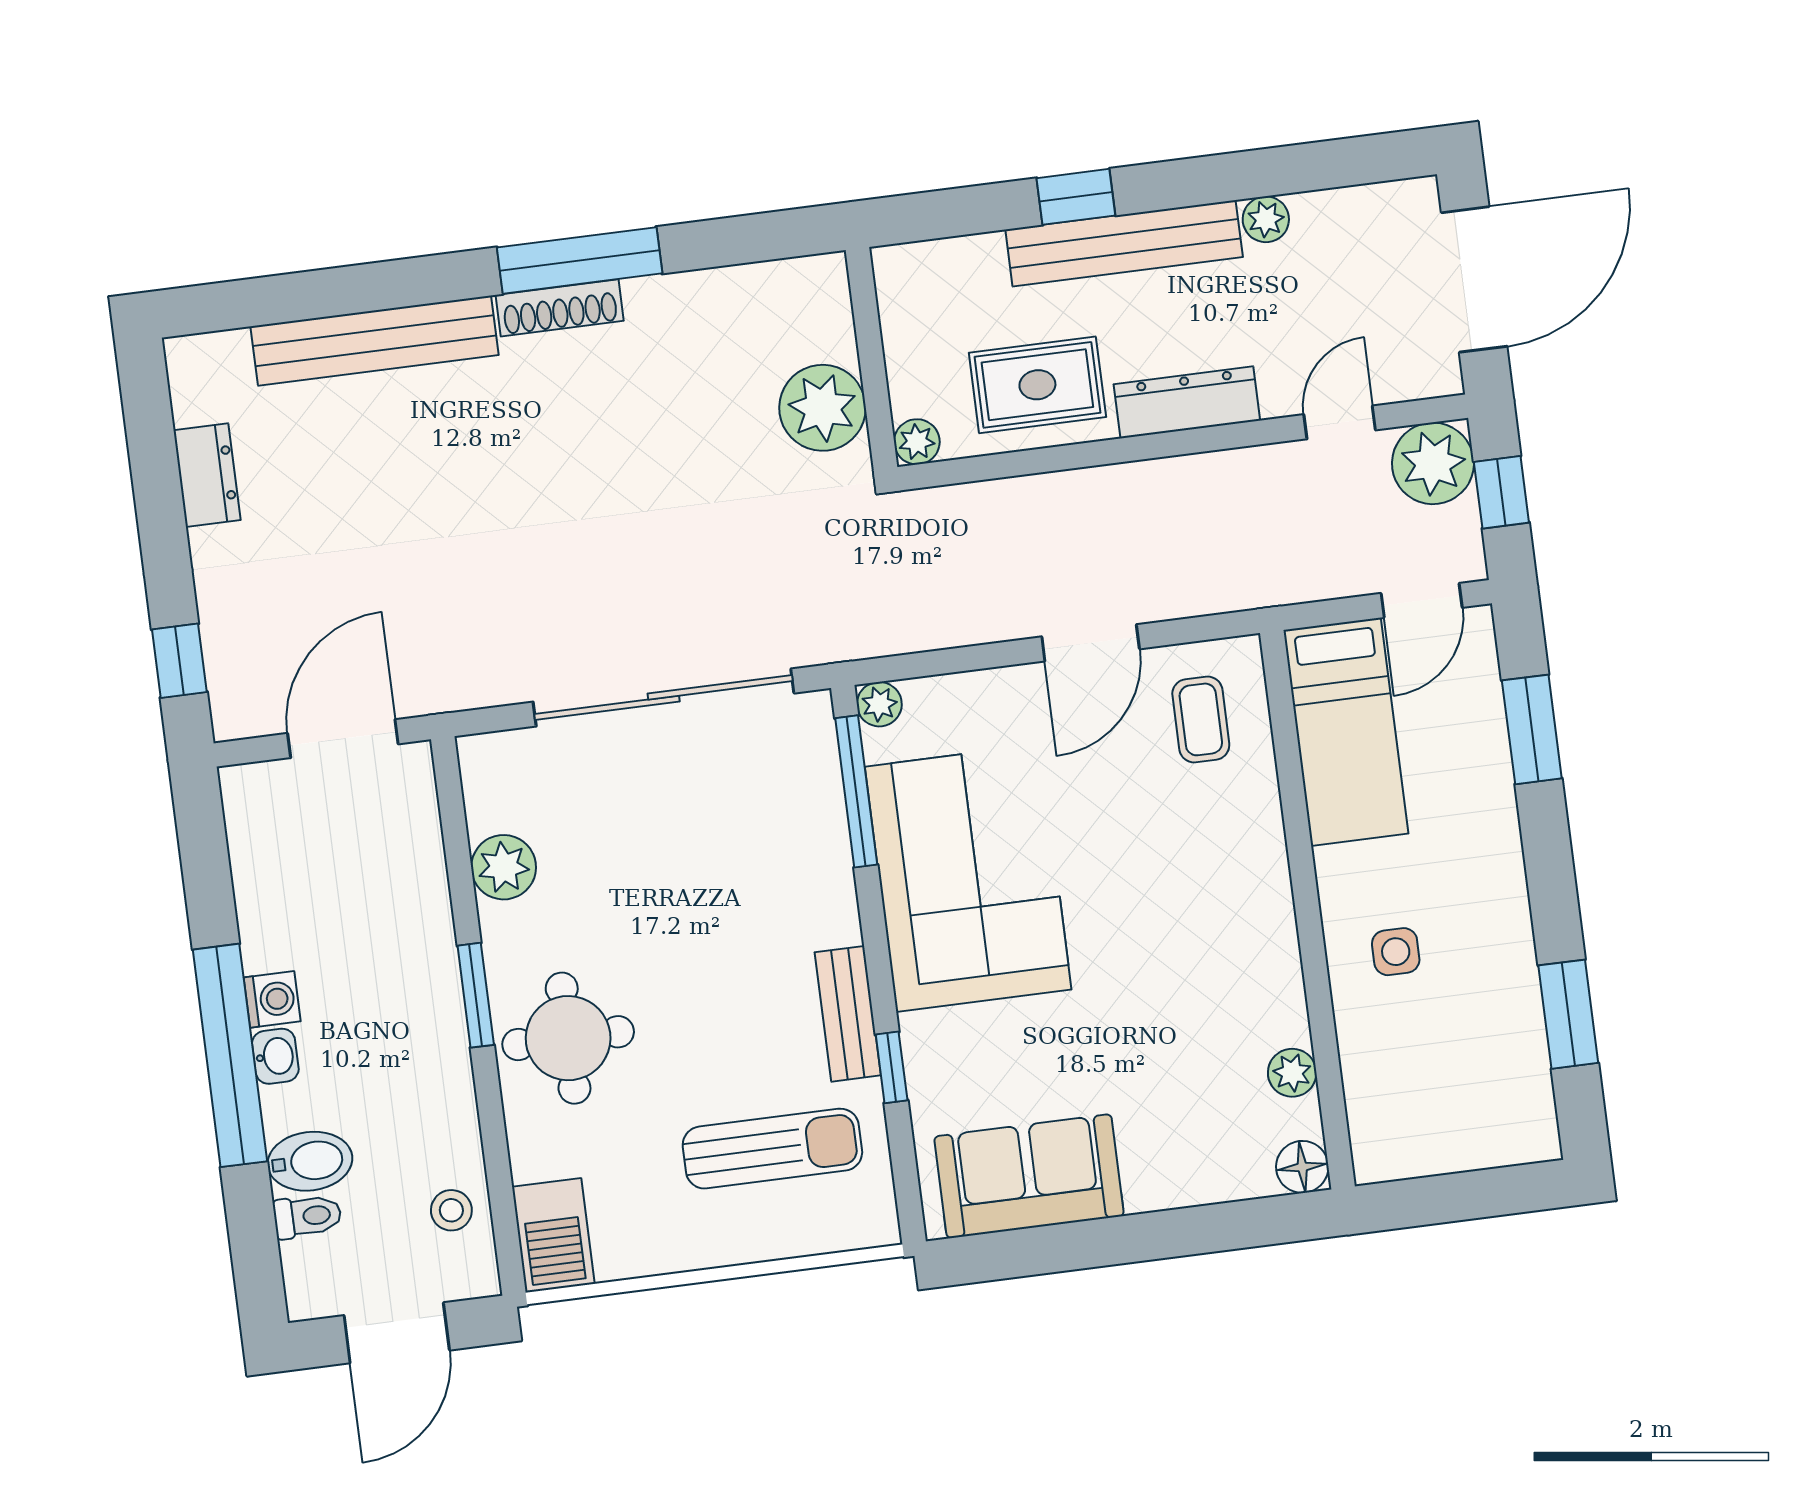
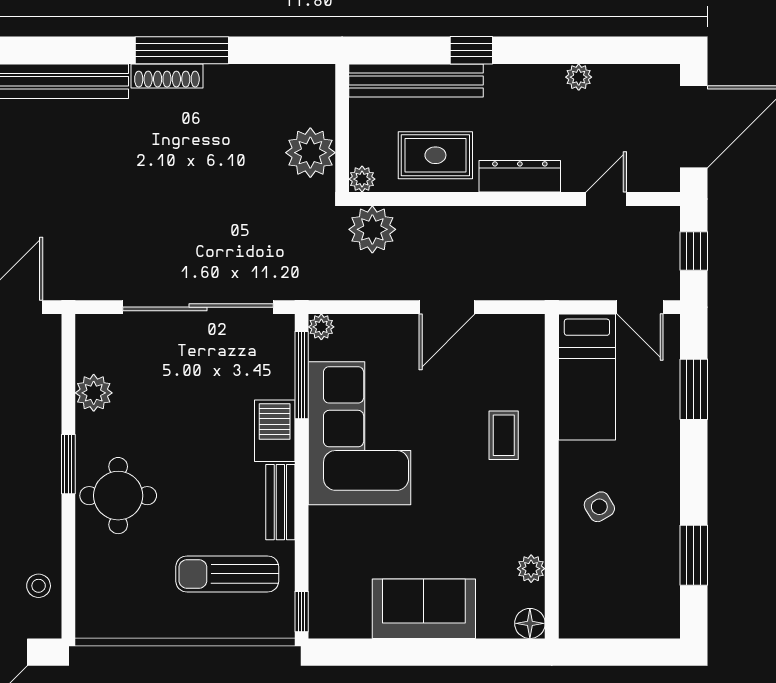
bench: (1124, 243) -> (416, 80), moved
plant: (1433, 463) -> (372, 229), moved
door: (1422, 600) -> (640, 307), hinge flipped
coffee table: (1201, 719) -> (504, 435), moved
side table: (1396, 952) -> (599, 507), turned -31
window: (892, 1067) -> (302, 612), moved
sun lounger: (772, 1149) -> (227, 574), turned 180
sofa: (1029, 1176) -> (424, 609), moved
barbecue: (553, 1235) -> (275, 431), moved, turned 180

